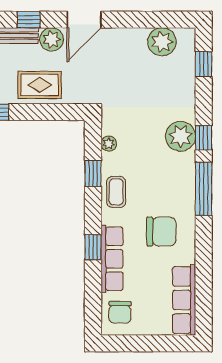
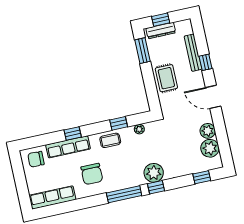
plant: (52, 39) -> (208, 131), moved

